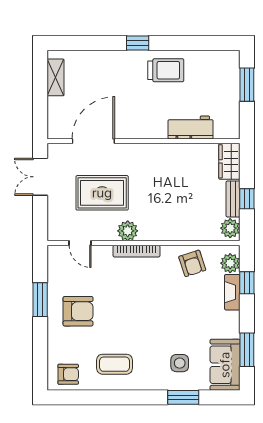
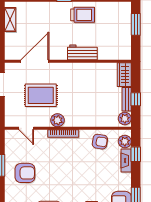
workbench: (191, 127) -> (82, 52), moved
armchair: (192, 263) -> (100, 142), turned -63

